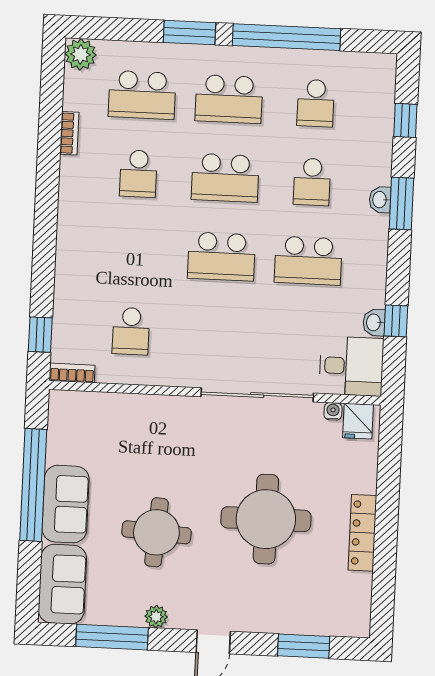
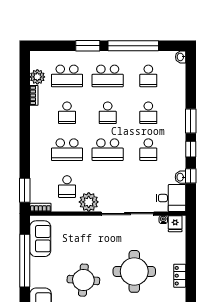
plant: (80, 54) -> (37, 77), moved
window: (405, 120) -> (191, 149), moved
school desk: (225, 178) -> (108, 113), width x0.54
washbasin: (380, 200) -> (181, 57), moved
school desk: (135, 252) -> (67, 150), added
school desk: (308, 261) -> (148, 150), width x0.54
window: (40, 335) -> (25, 190), width x1.50
plant: (176, 366) -> (89, 202), added
sofa: (66, 504) -> (40, 239), moved
locker: (362, 533) -> (180, 276), width x0.66

